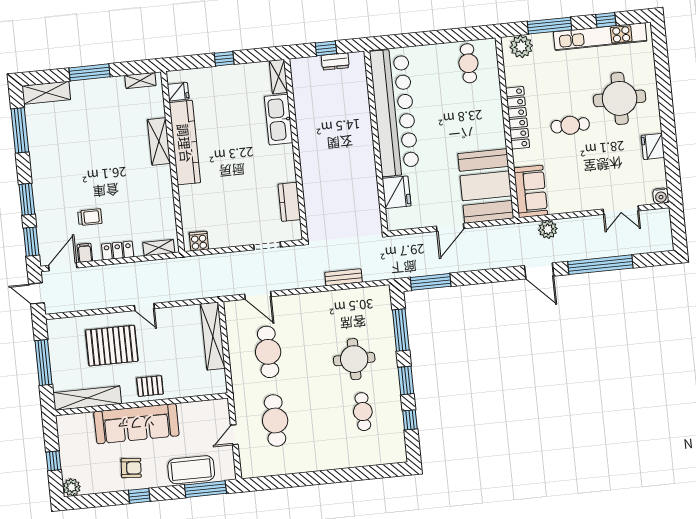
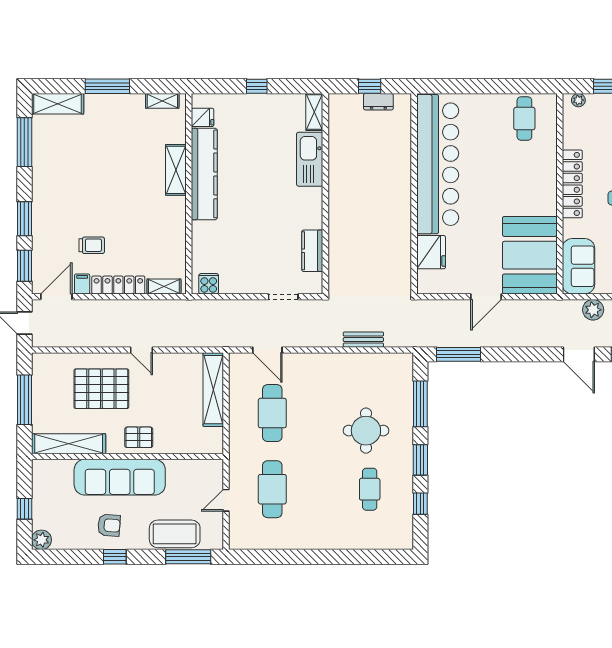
plant: (521, 47) -> (578, 100), width x0.53, depth x0.53
locker: (118, 250) -> (118, 285), width x1.53

